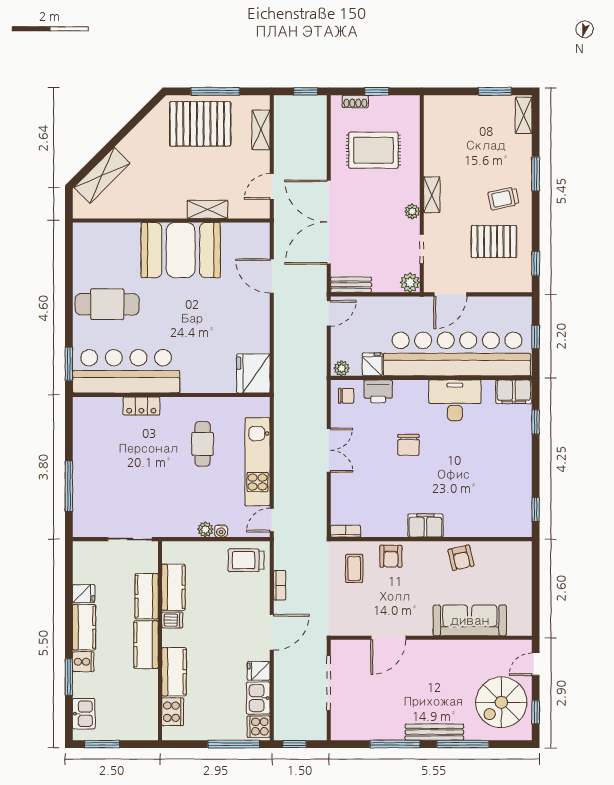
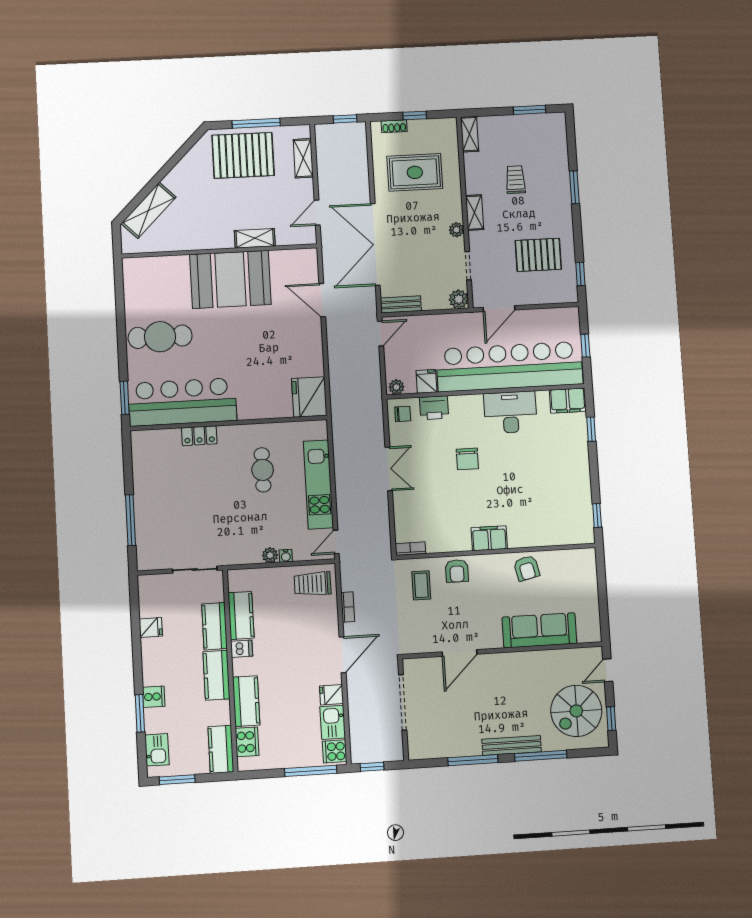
shelving: (524, 115) -> (470, 134), moved
trolley: (504, 198) -> (515, 180), moved, turned 102
kitchen counter: (84, 627) -> (221, 749), moved, turned 180

